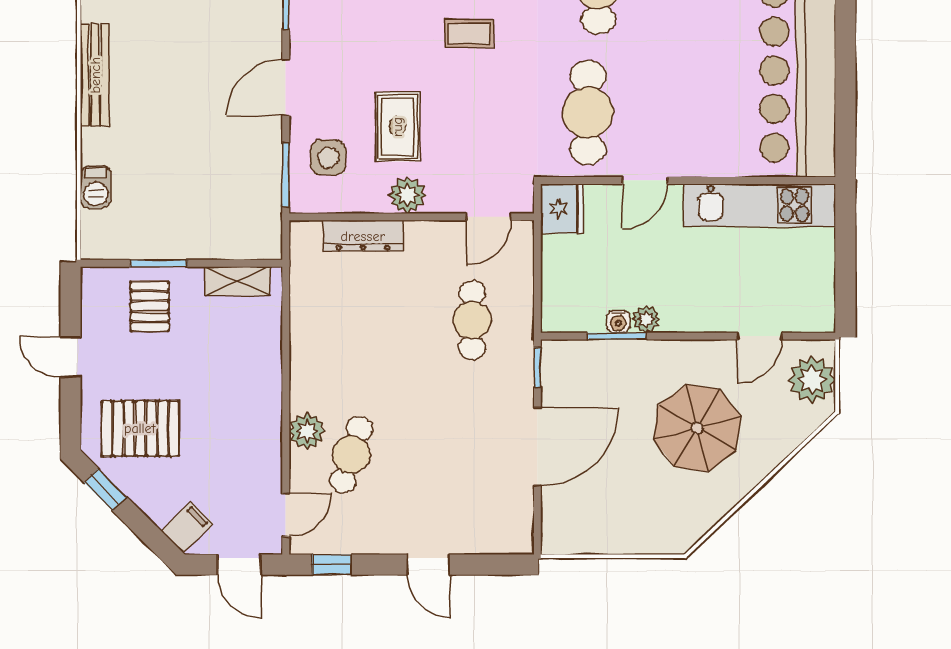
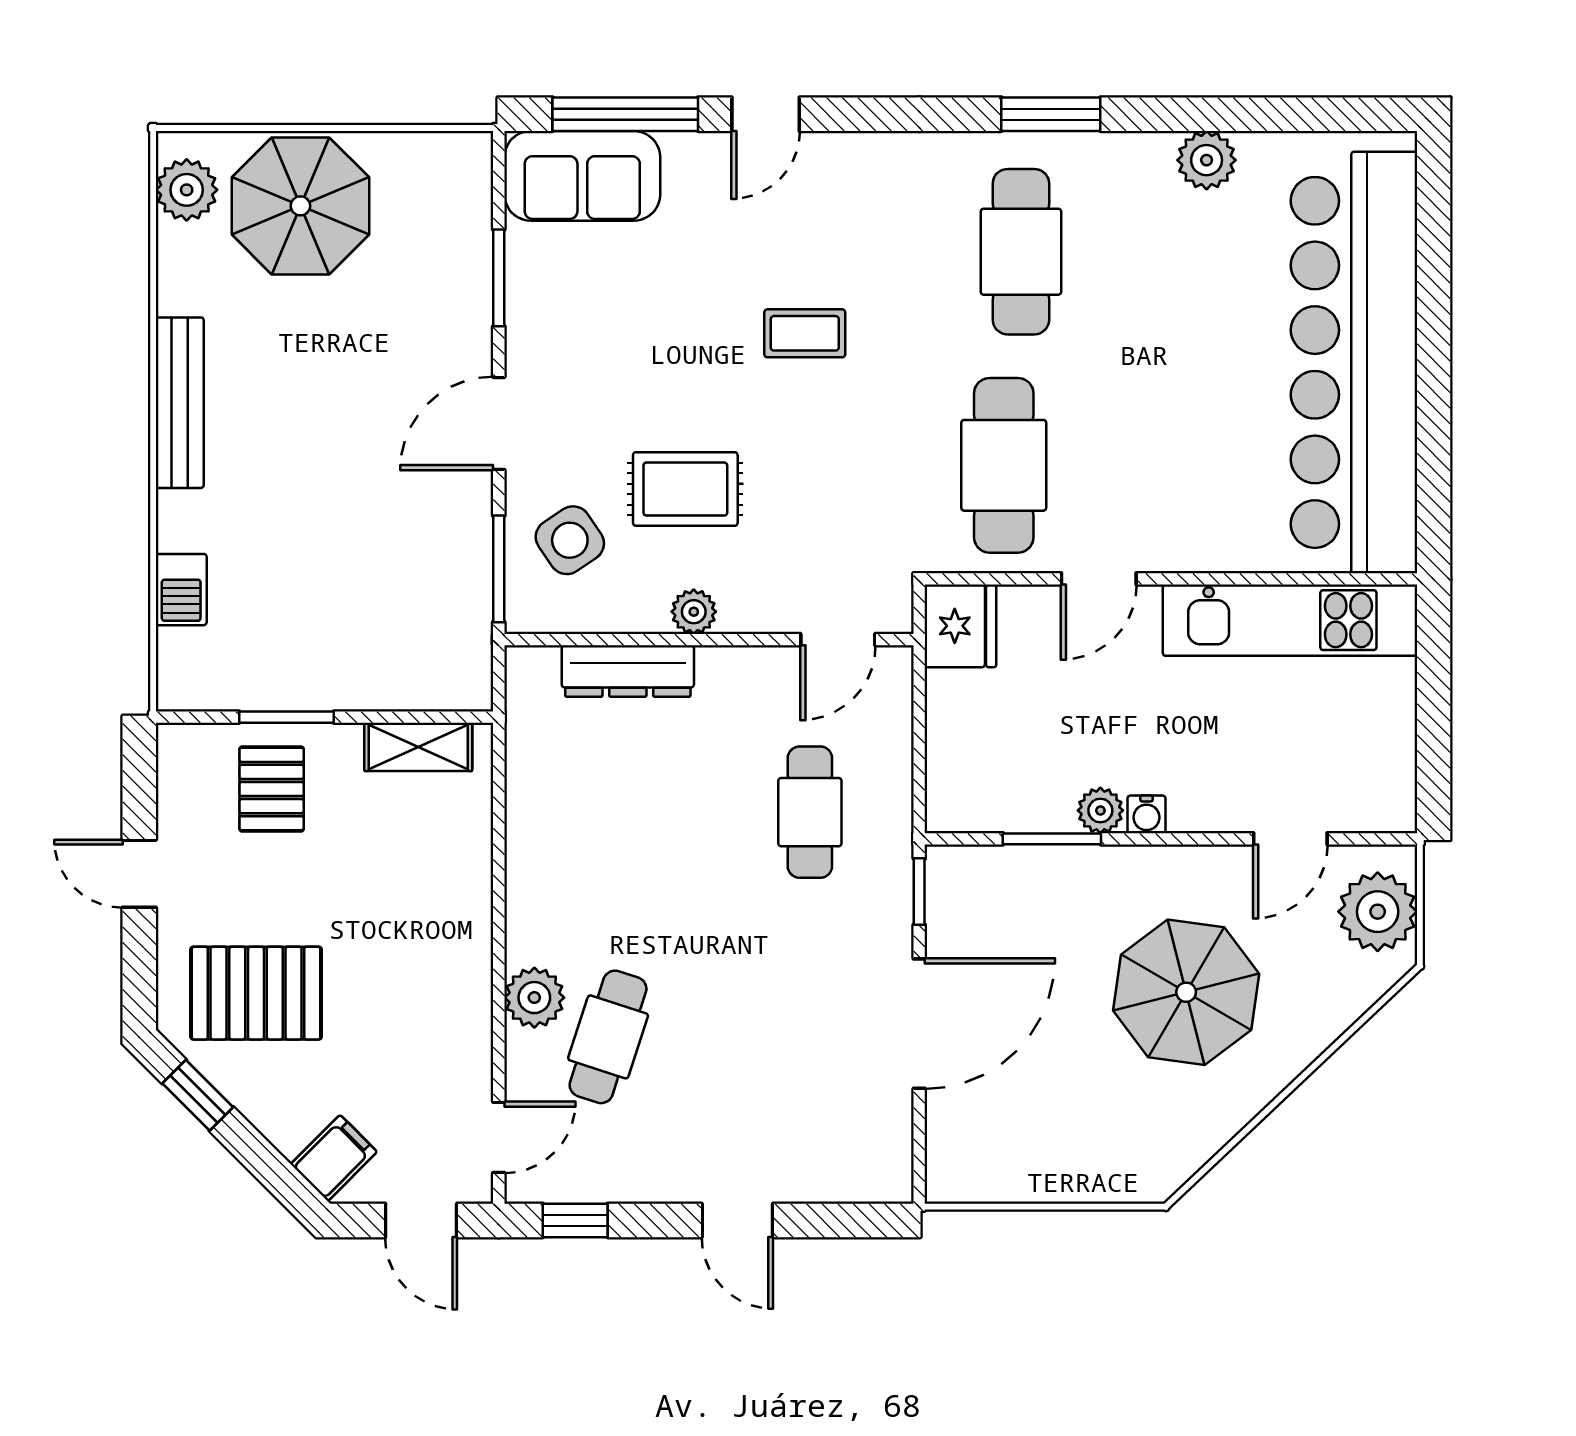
rug: (397, 127) -> (685, 489), turned 90
side table: (328, 157) -> (570, 540), turned -34
plant: (407, 195) -> (694, 612), width x0.73, depth x0.73
water cooler: (618, 321) -> (1146, 814), moved

